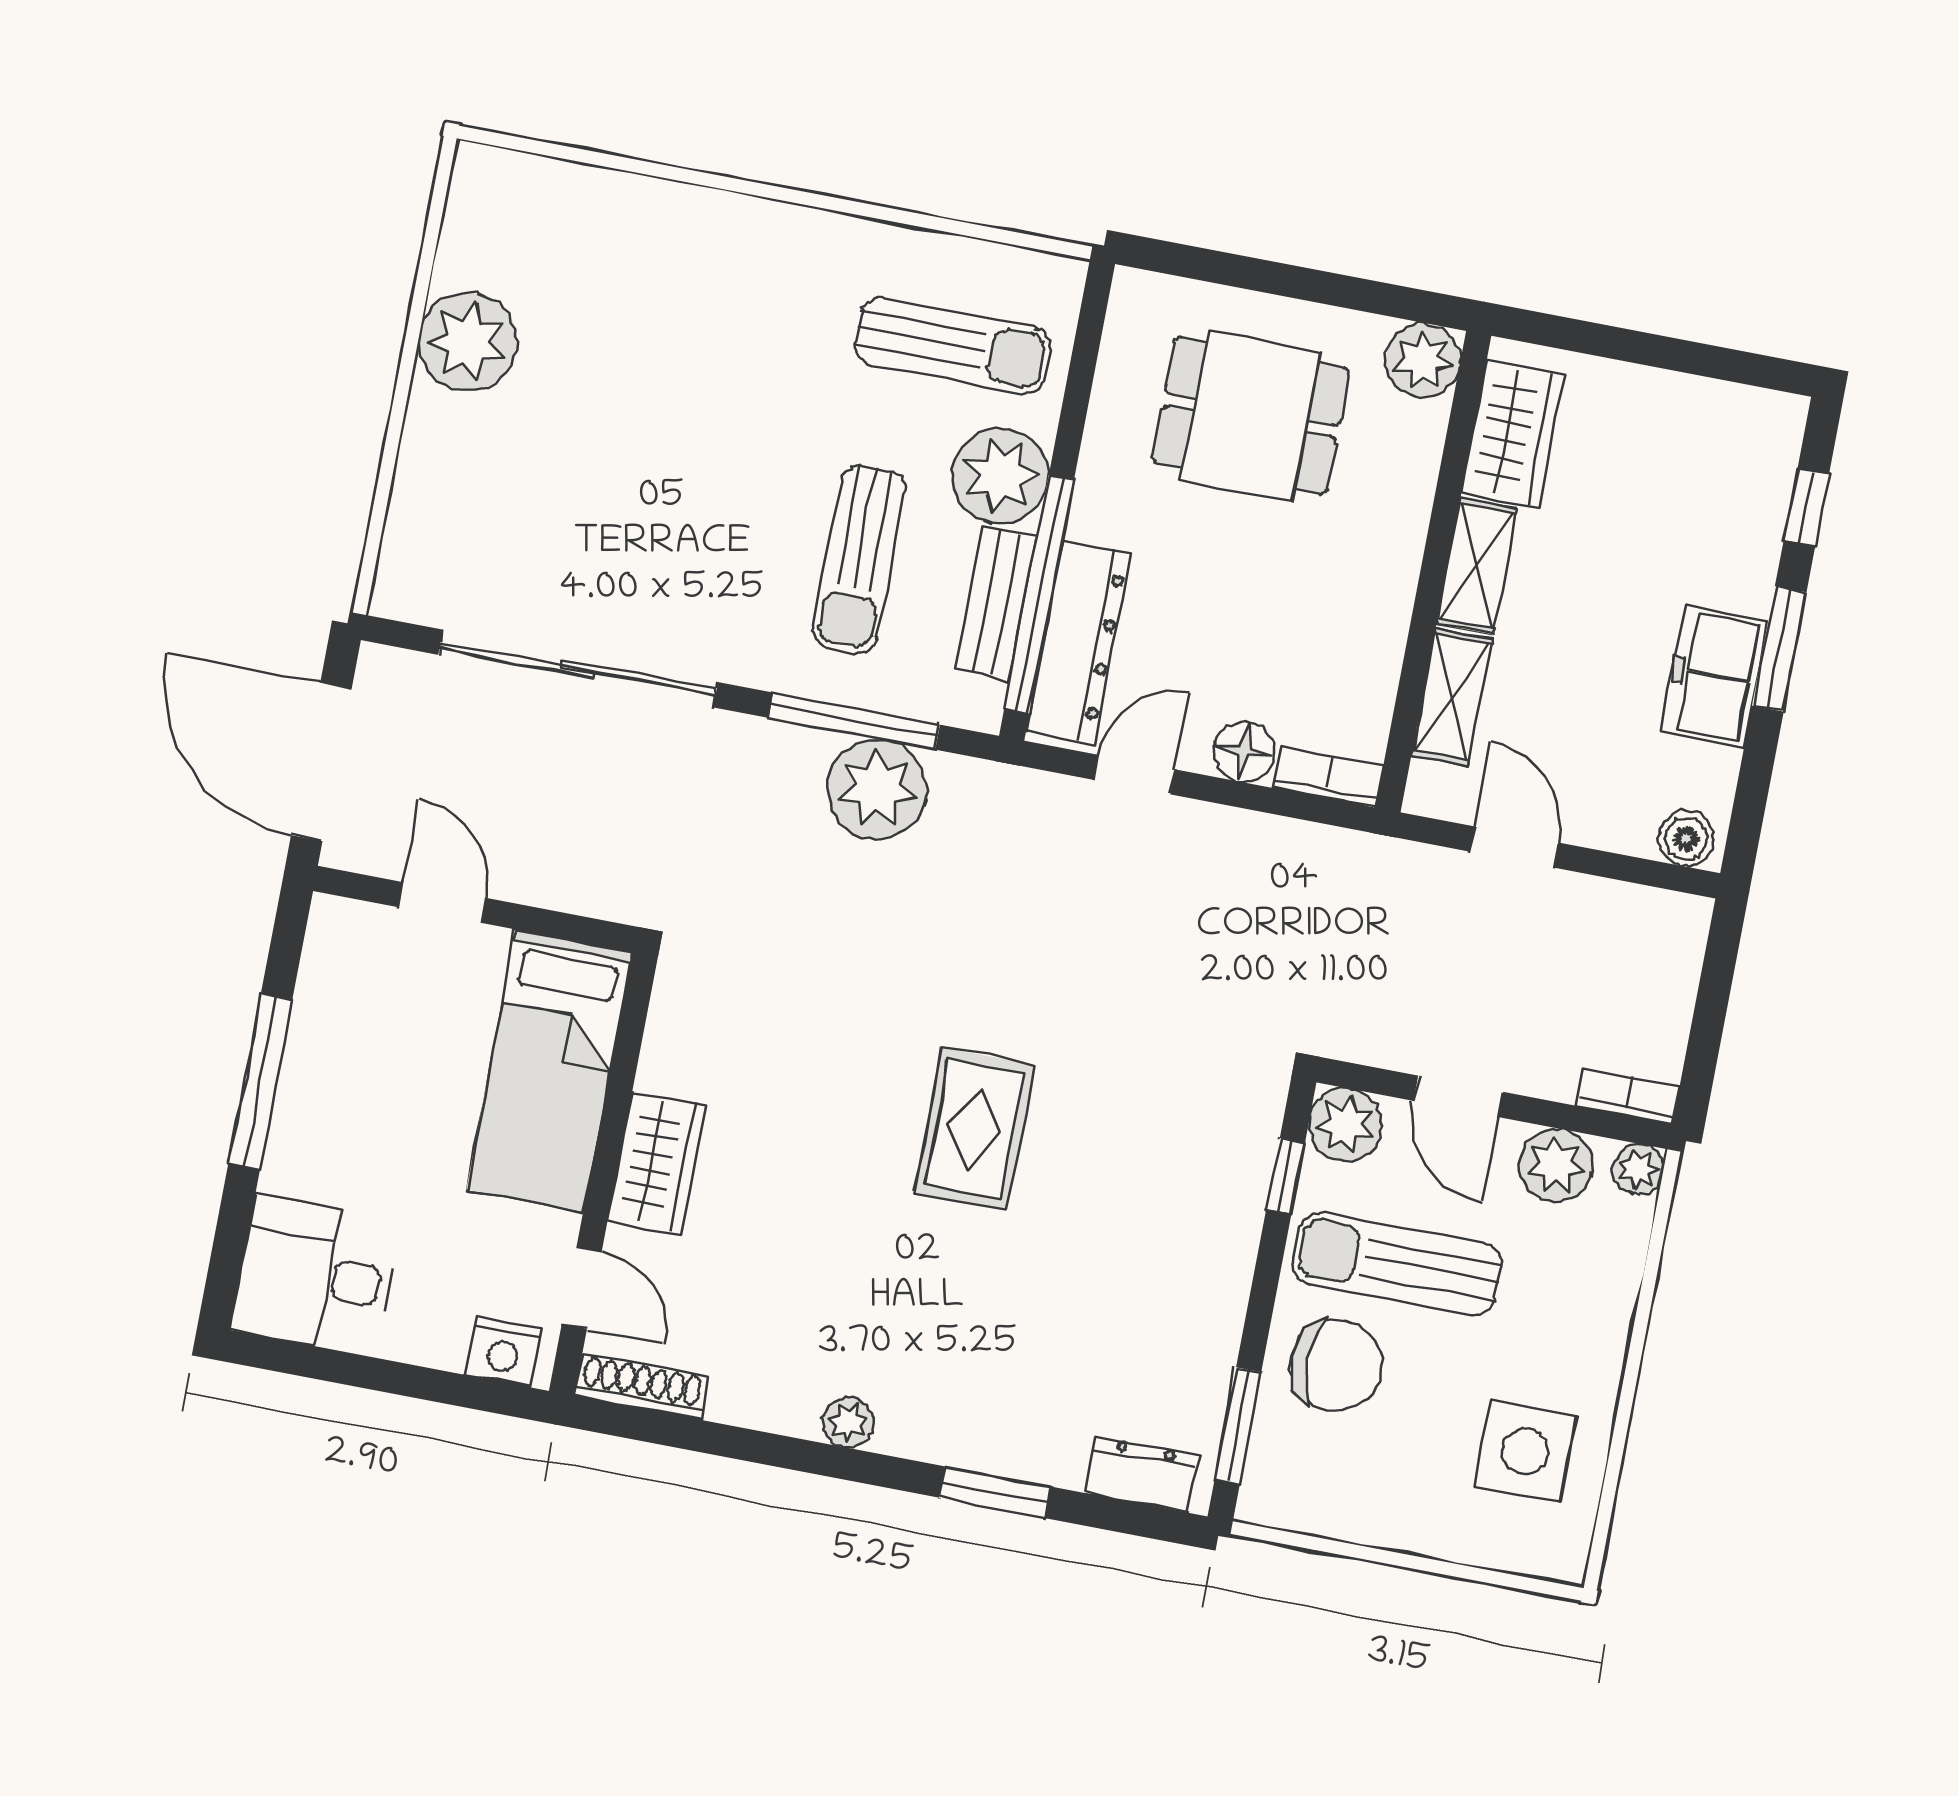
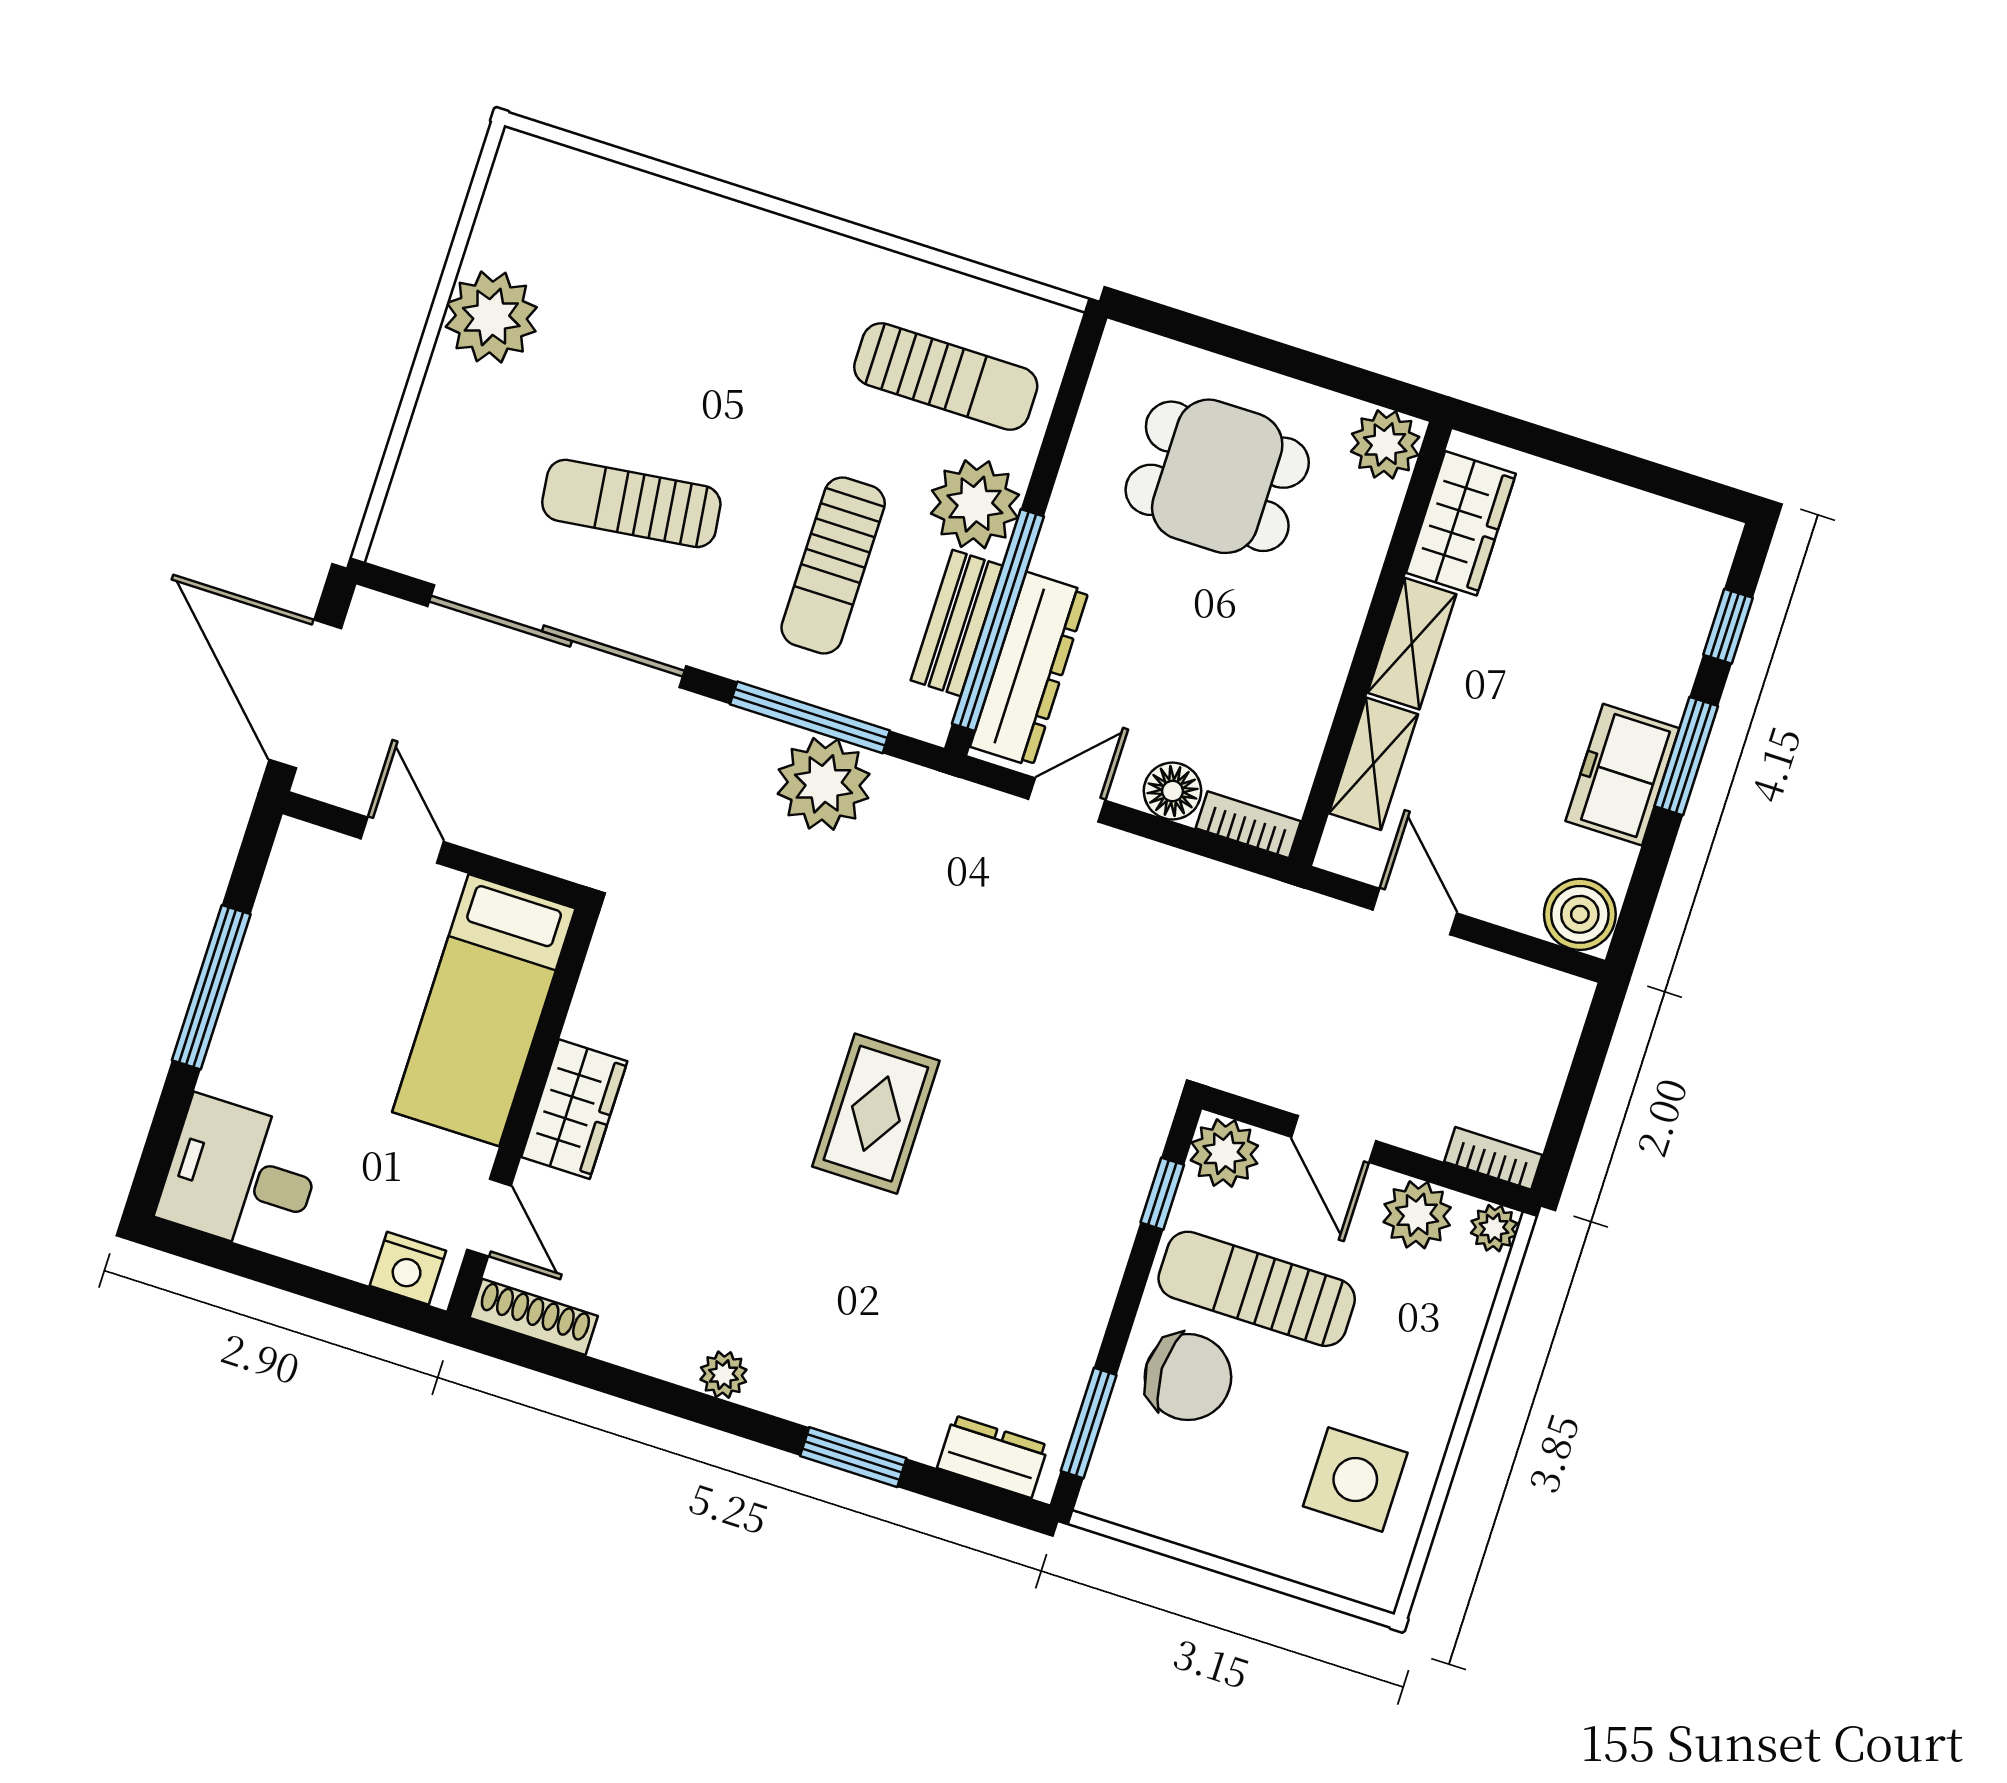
sun lounger: (639, 520) -> (631, 503), added
boiler: (1686, 839) -> (1580, 914), width x1.36, depth x1.36

